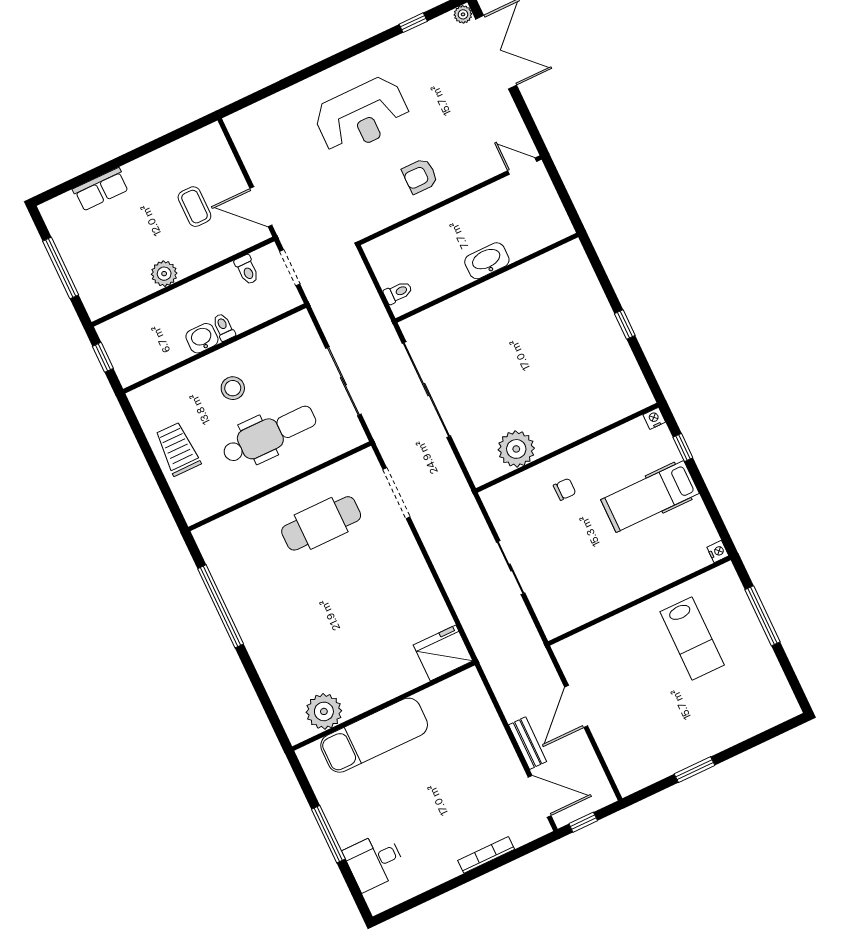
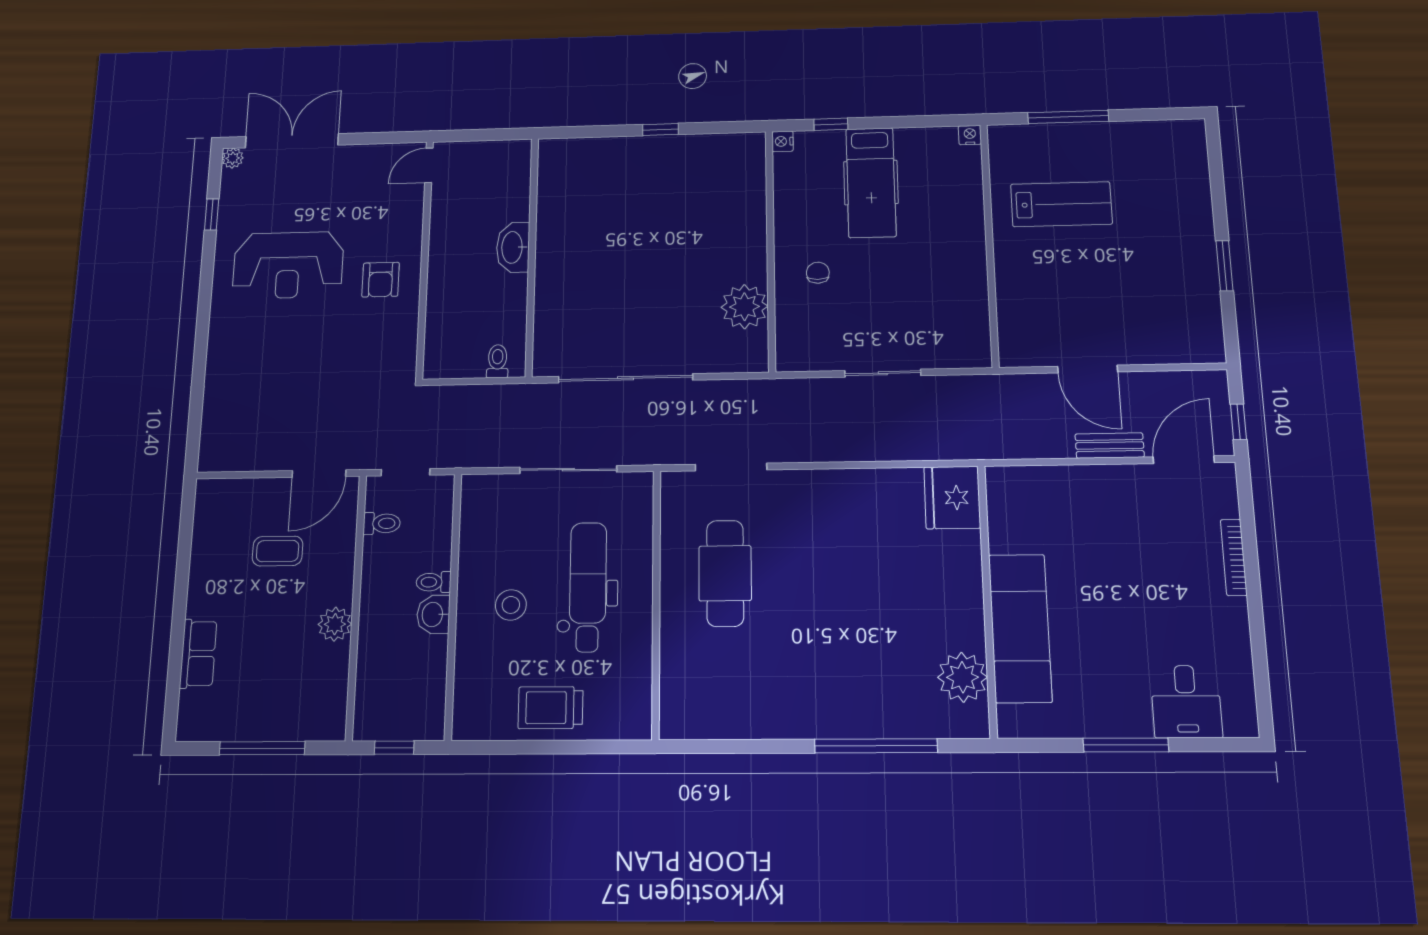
reception desk: (362, 115) -> (288, 265), moved, turned 90
window: (221, 606) -> (876, 746), moved

